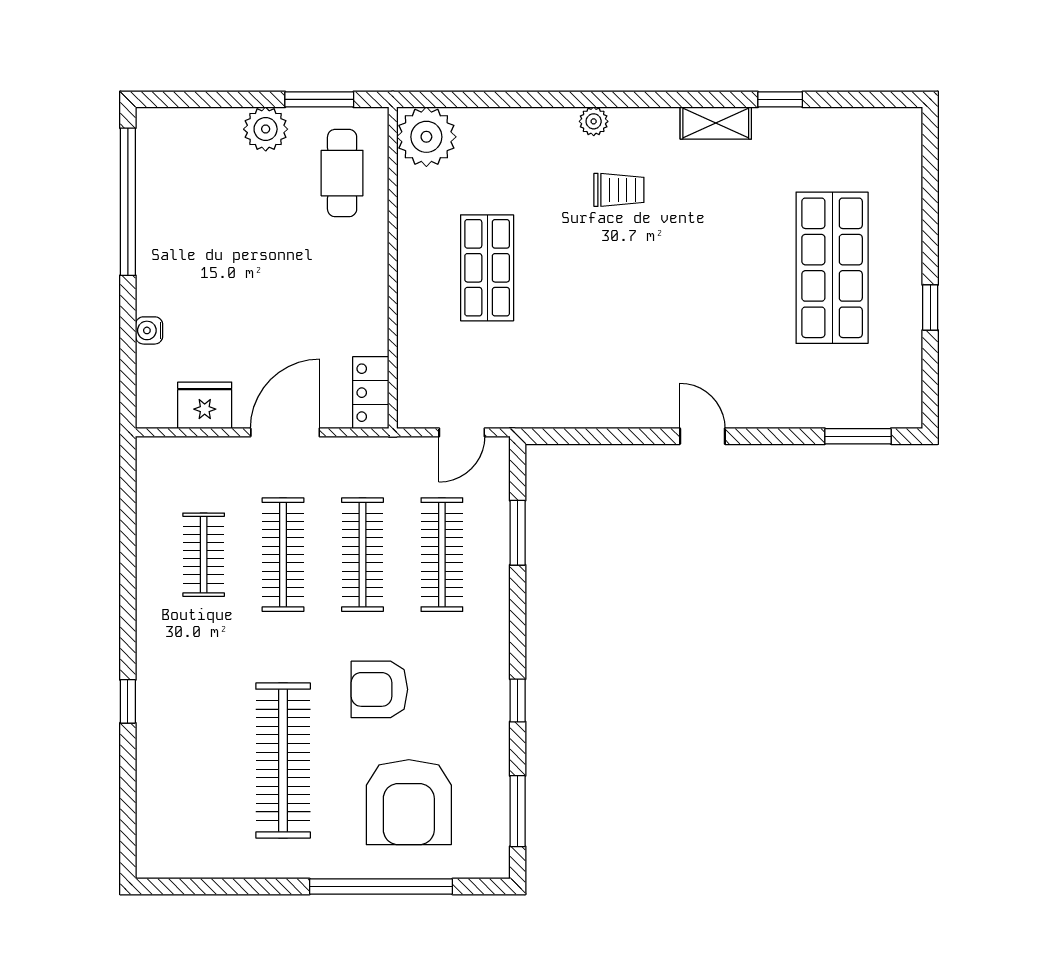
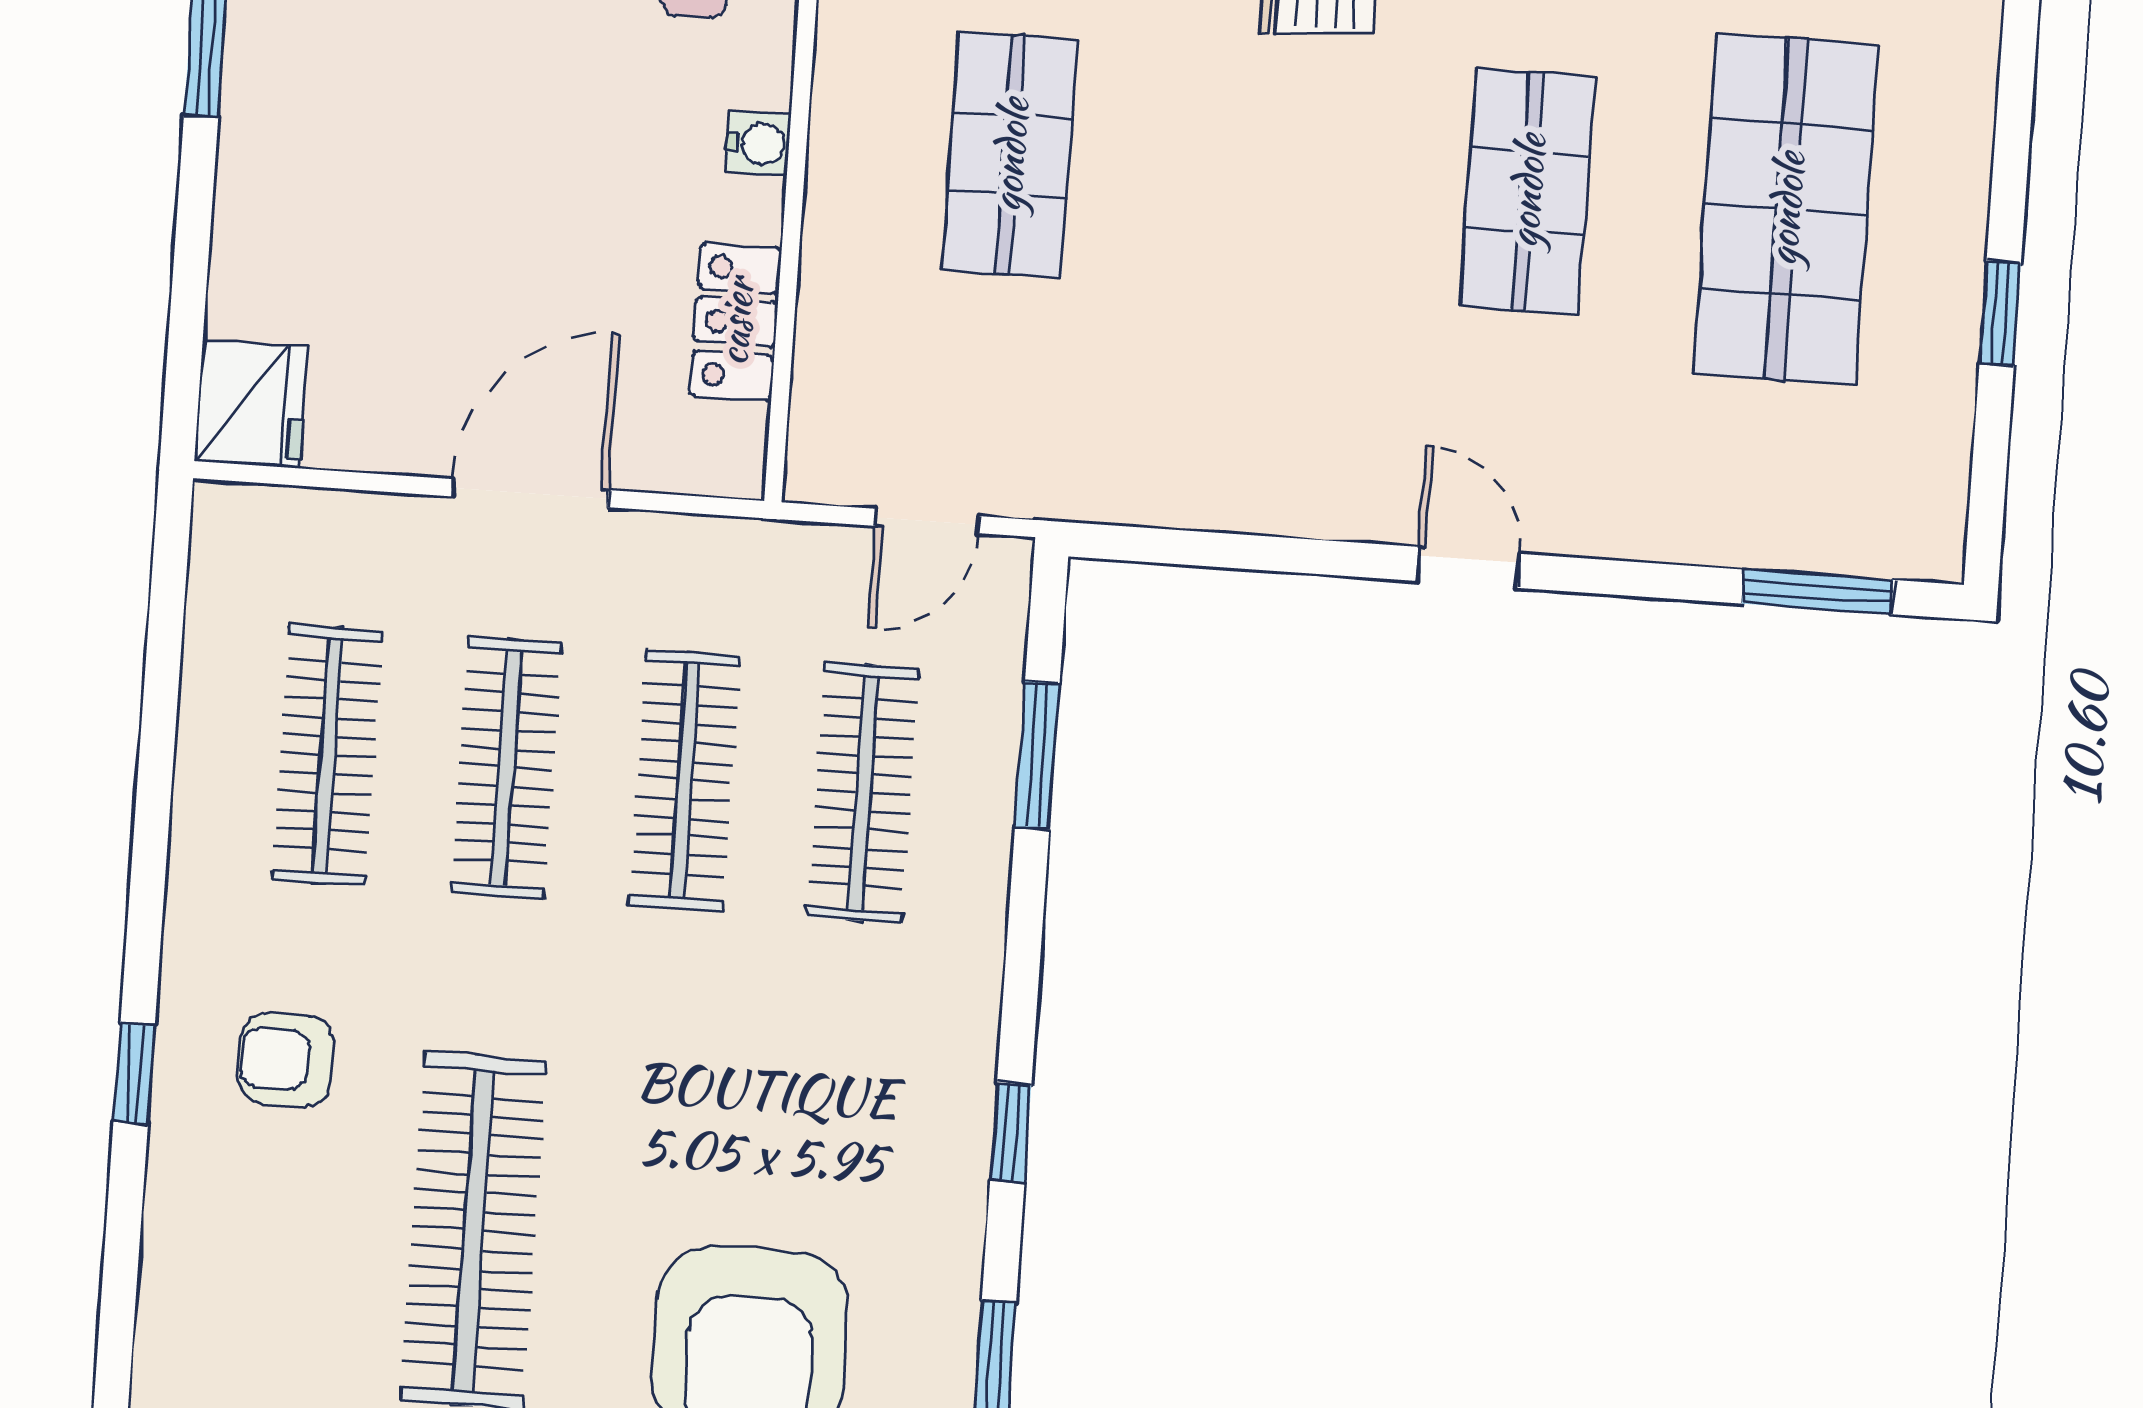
shop shelf: (717, 268) -> (1527, 191), added
water cooler: (149, 330) -> (758, 144), moved, turned 180
locker: (371, 393) -> (736, 322), moved
fridge: (205, 405) -> (251, 404), moved, turned 90
clothes rail: (204, 555) -> (328, 755), width x1.36
armchair: (379, 689) -> (286, 1060), moved, width x0.72, depth x0.72

